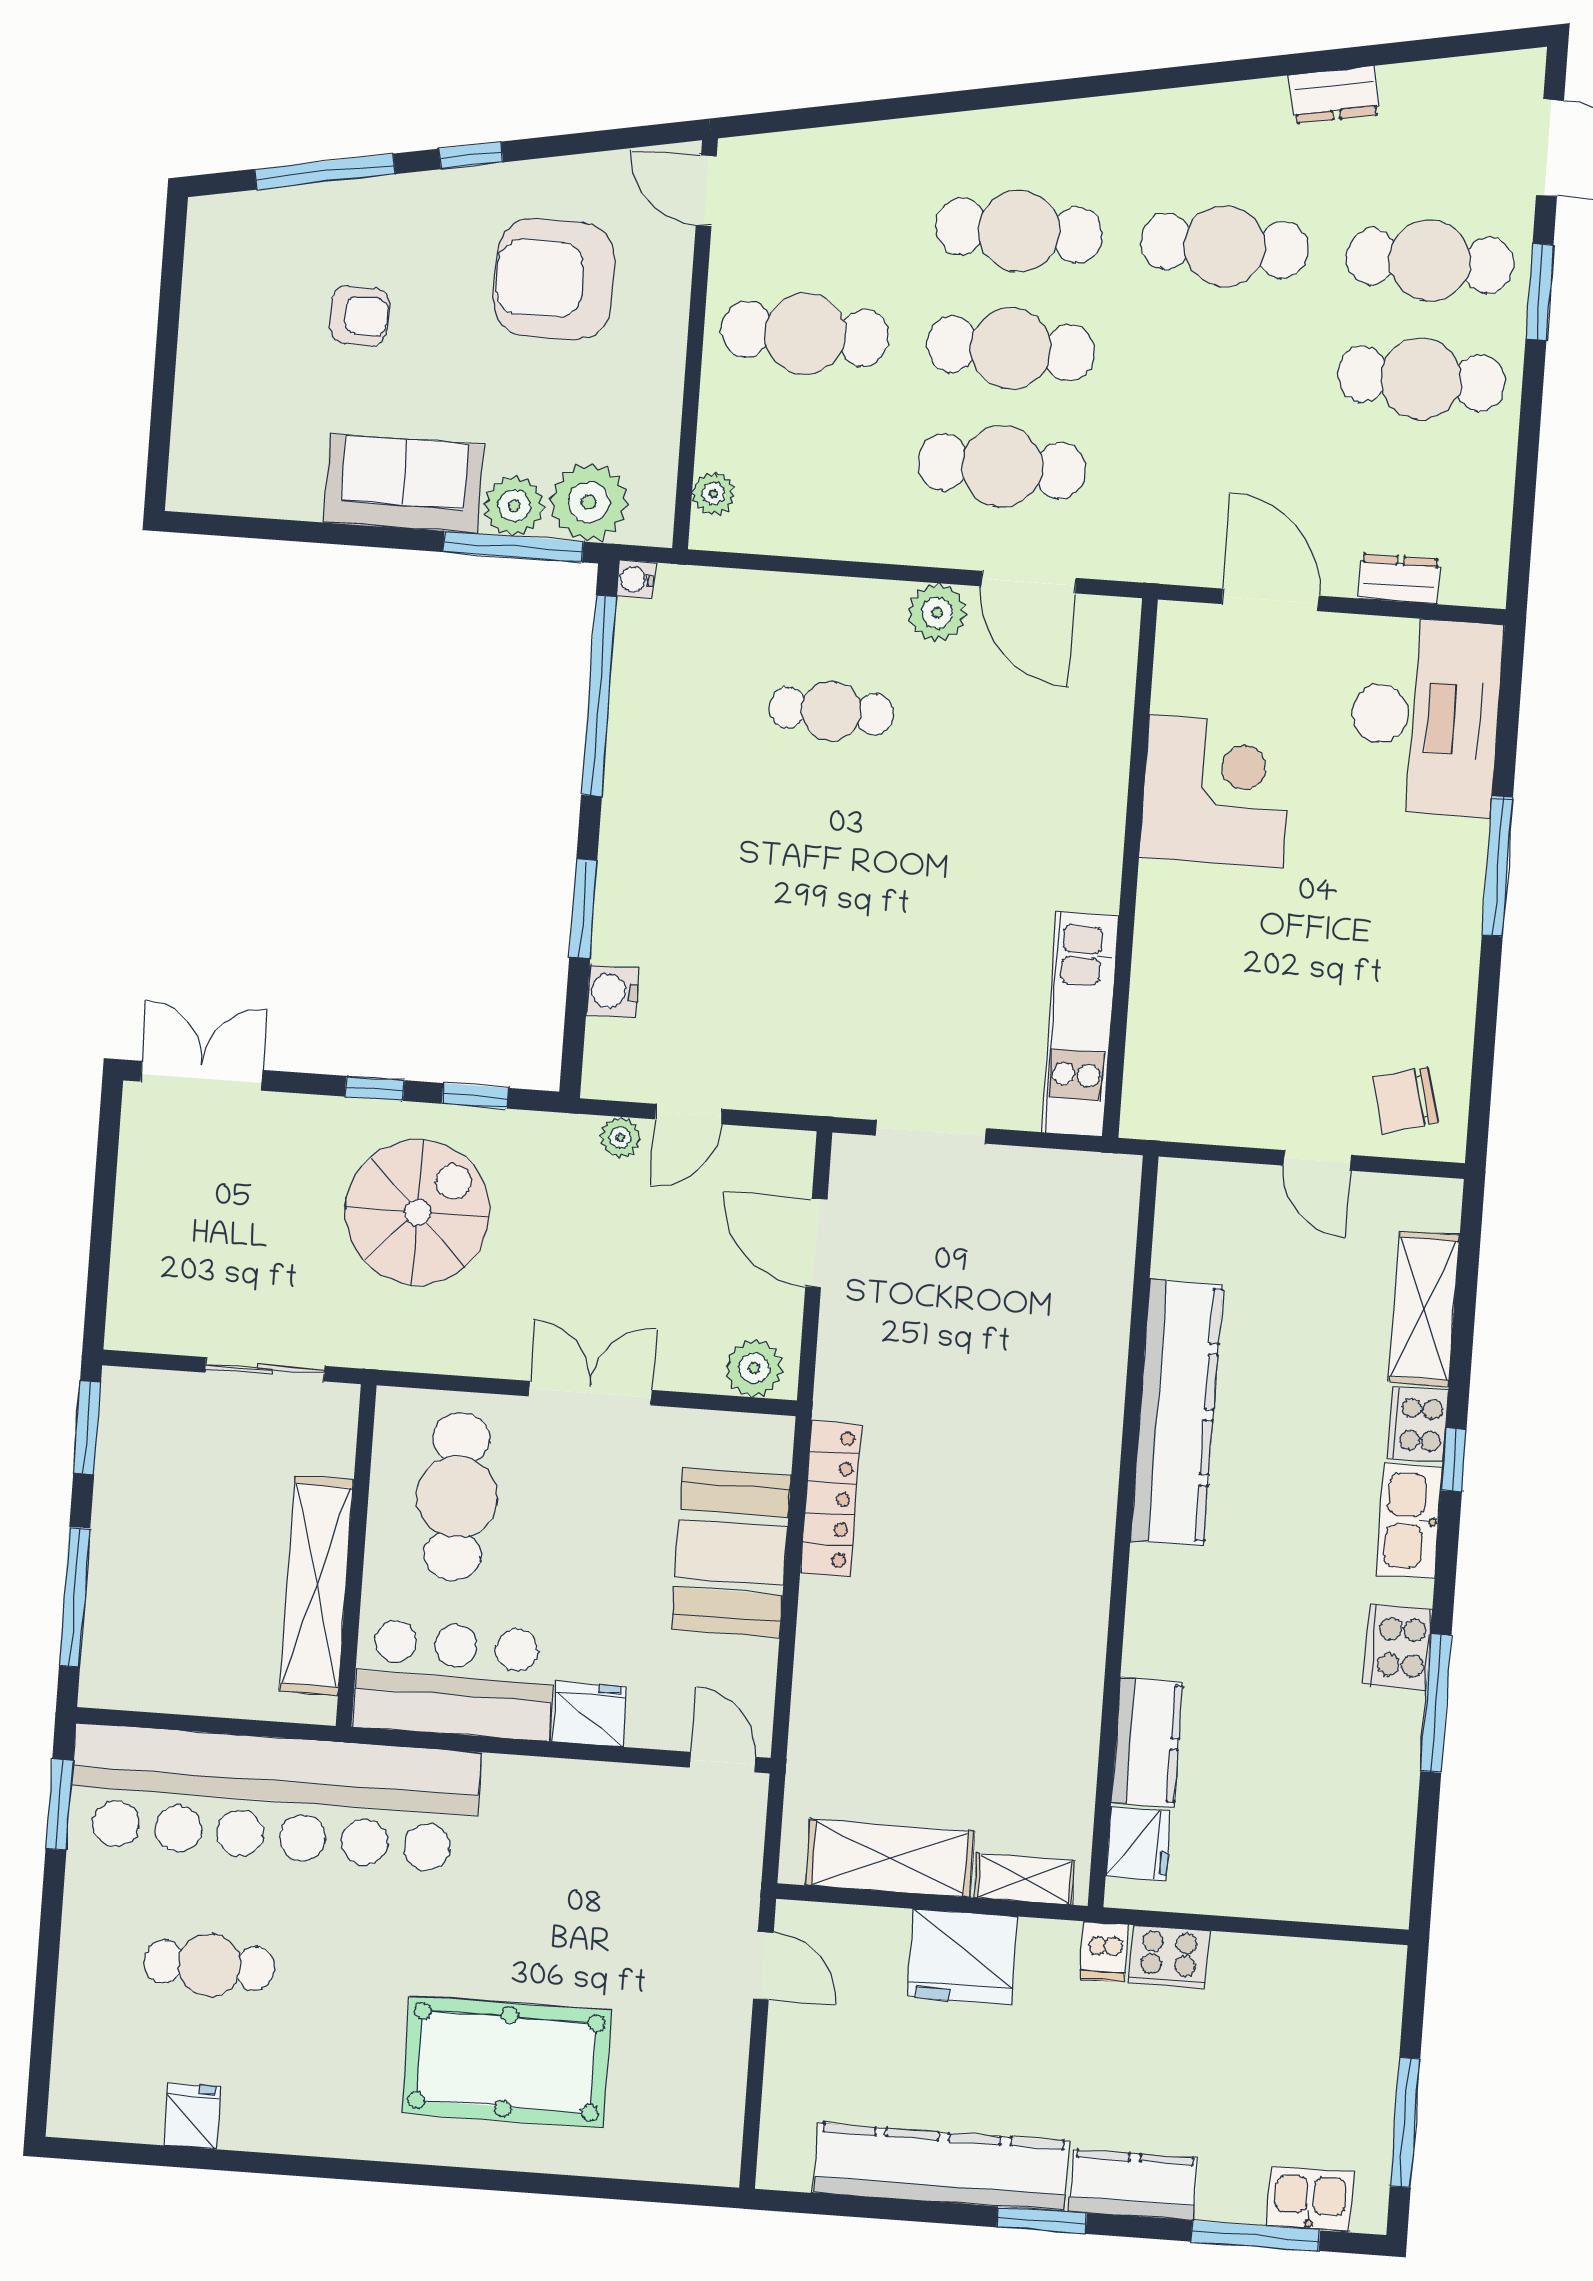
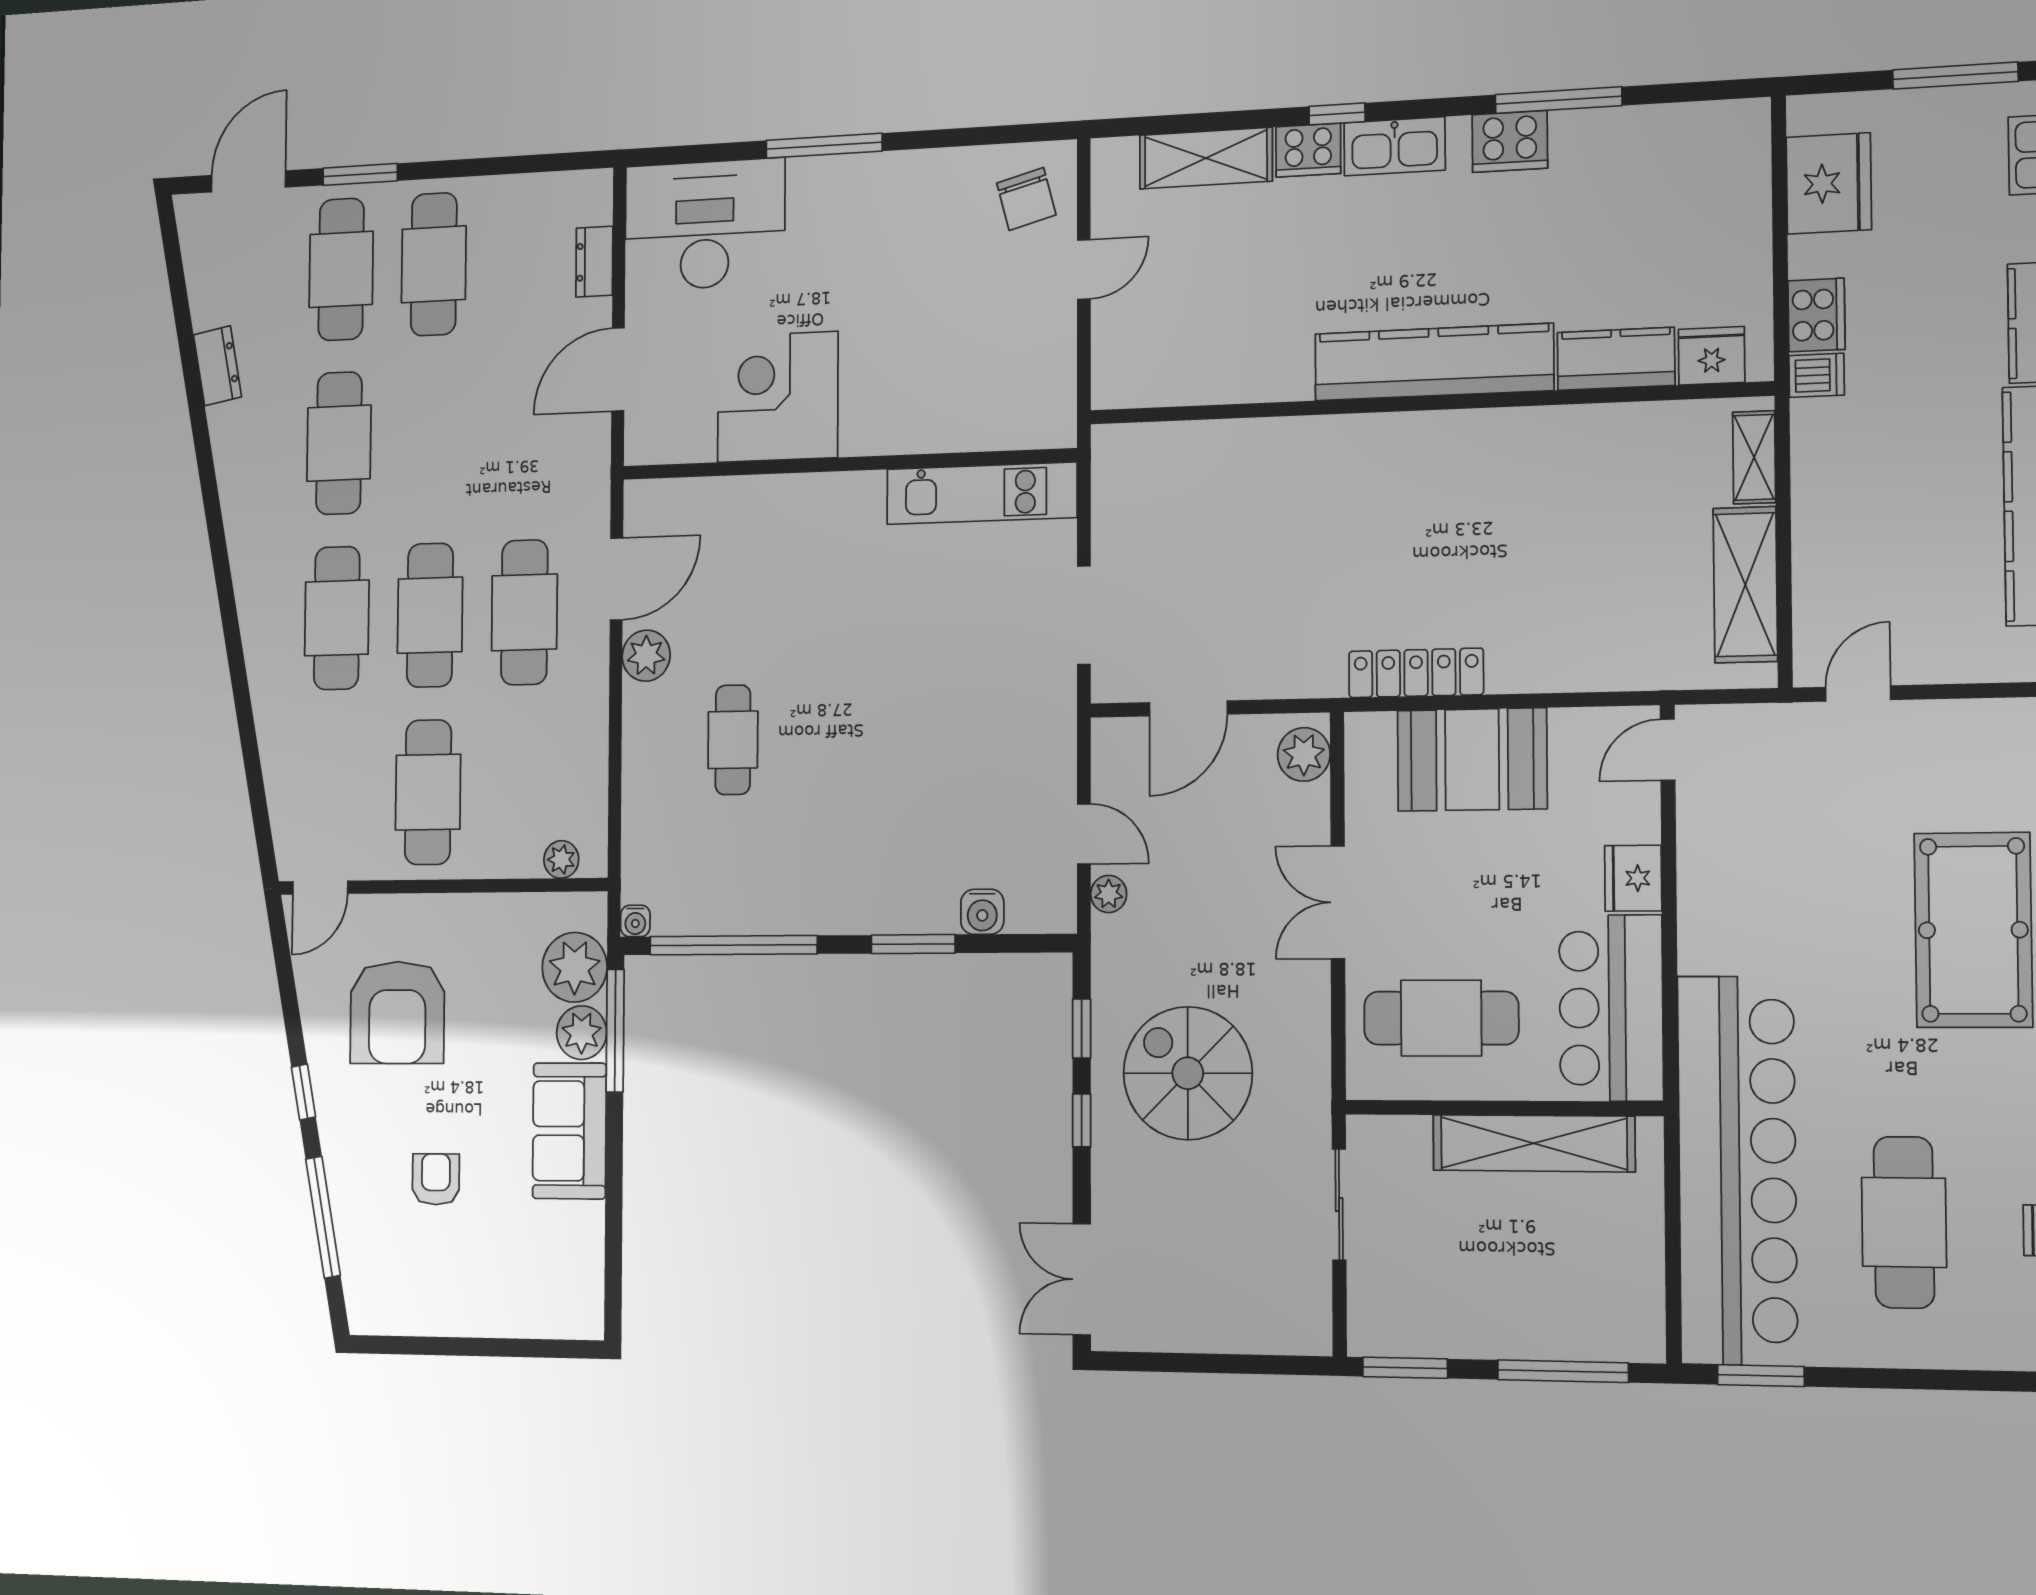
kitchen counter: (1177, 1412) -> (1434, 362), moved
fridge: (962, 1957) -> (1829, 183), moved
cafe table: (209, 1965) -> (1904, 1222), width x1.37, depth x1.35

